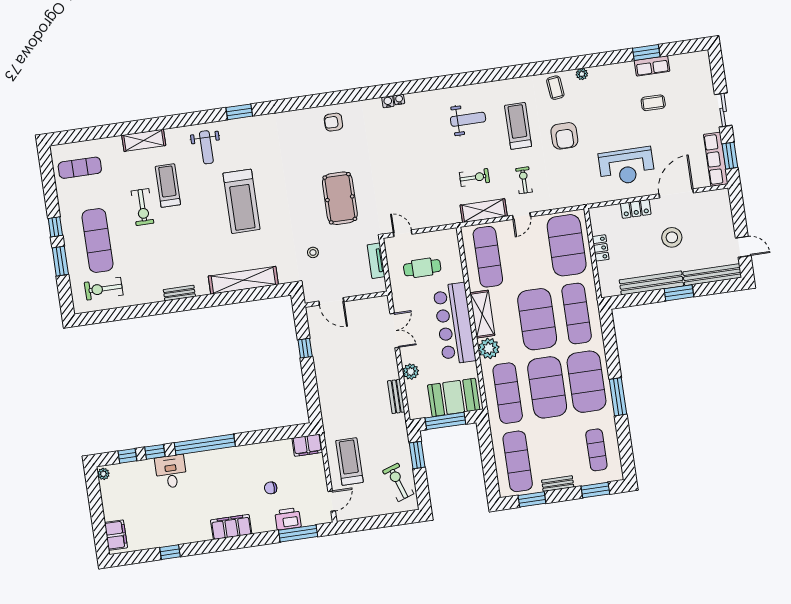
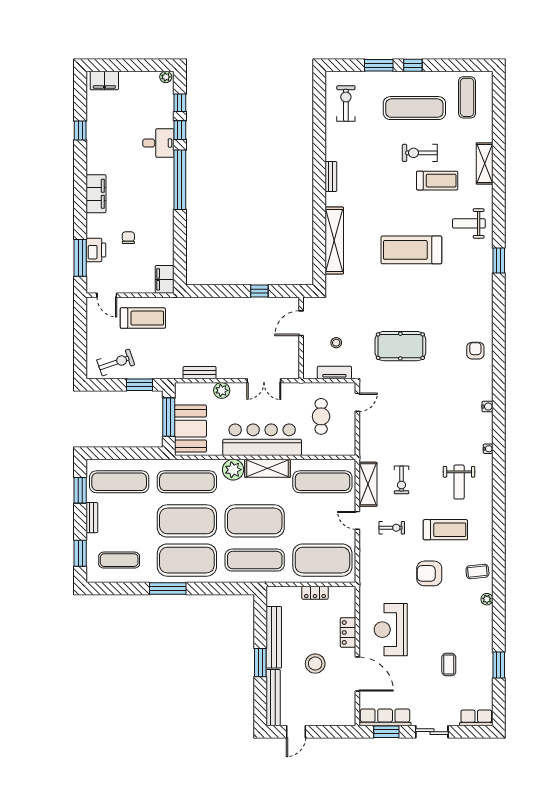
row of seats: (652, 66) -> (476, 718), moved, turned 90
water cooler: (399, 100) -> (488, 449), moved
exercise mat: (97, 241) -> (414, 108), moved
stool: (313, 252) -> (336, 343), moved

